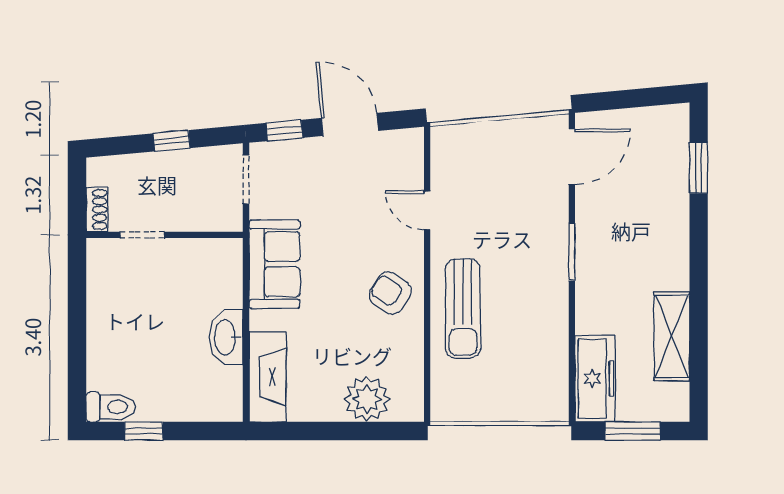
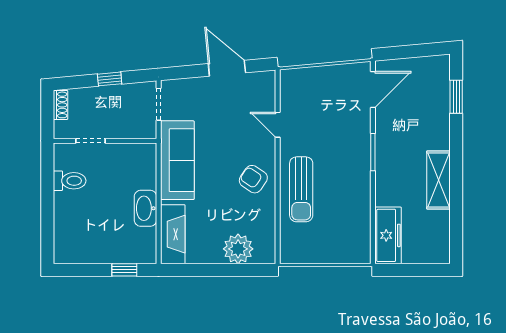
window: (284, 130) -> (184, 72), removed
shoe rack: (97, 210) -> (61, 105), moved
sofa: (275, 264) -> (177, 160), width x1.36
shelving: (672, 336) -> (439, 180), moved
toilet: (111, 407) -> (70, 181), moved
window: (144, 431) -> (124, 270), moved
window: (633, 431) -> (413, 270), removed

